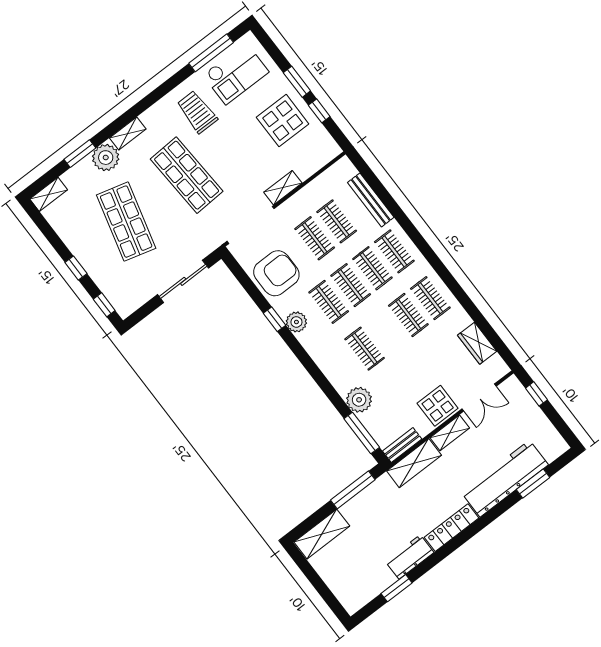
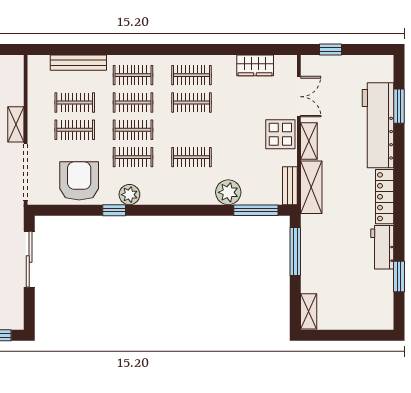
shelving: (322, 534) -> (309, 311), width x0.67, depth x0.75

